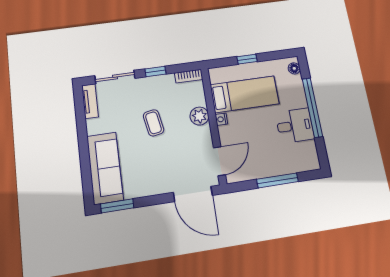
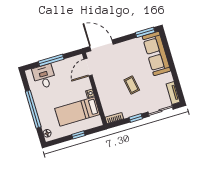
plant: (199, 116) -> (104, 93), removed
desk: (295, 126) -> (44, 76), moved, turned 90

